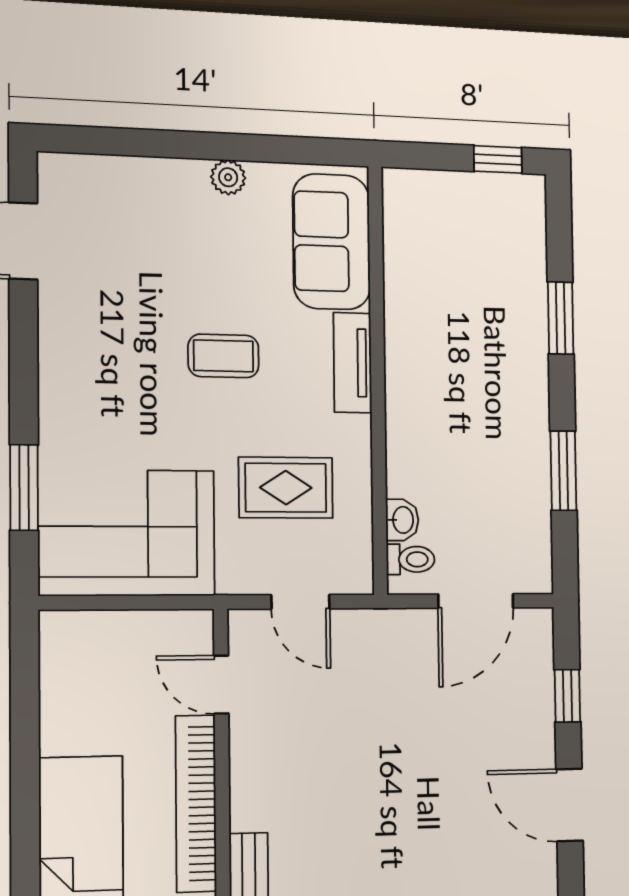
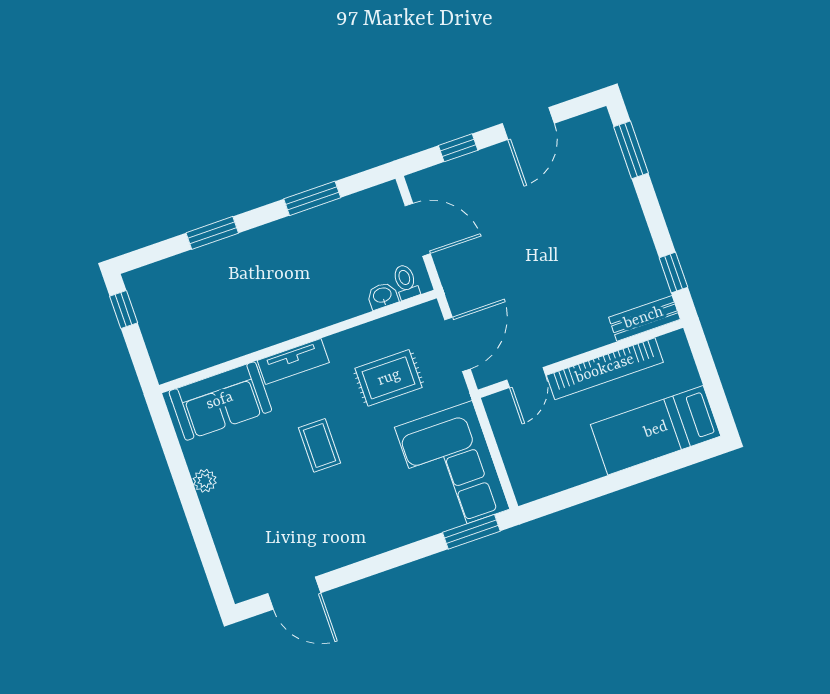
window: (24, 488) -> (471, 532), moved
rug: (286, 488) -> (389, 378), turned 90
door: (300, 602) -> (457, 344), width x1.38

